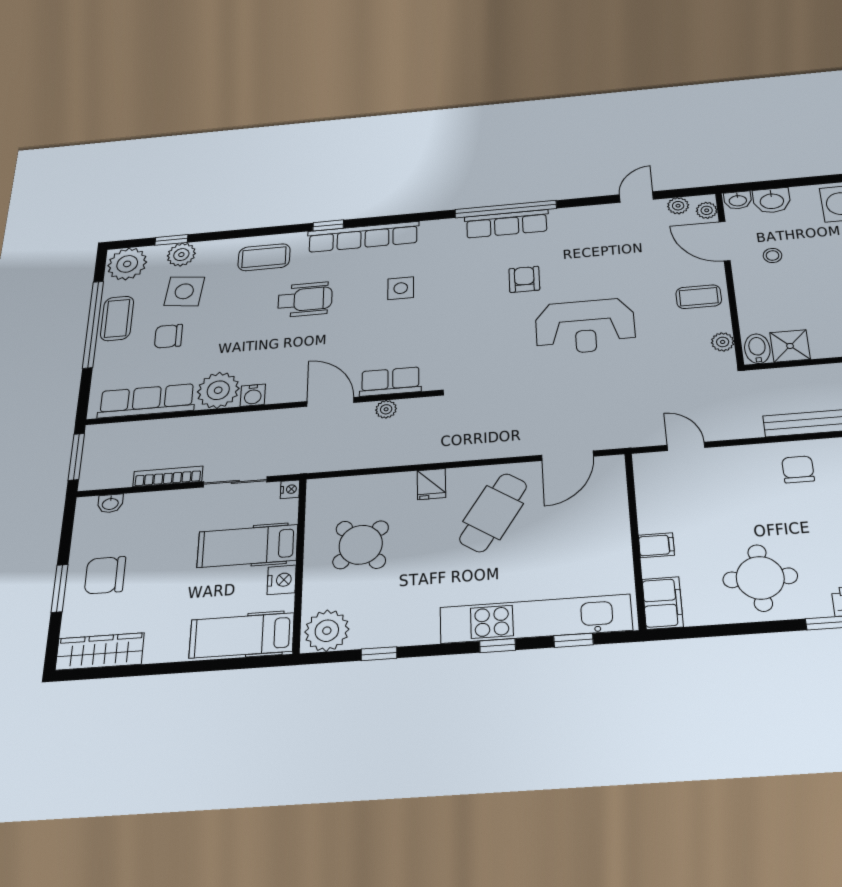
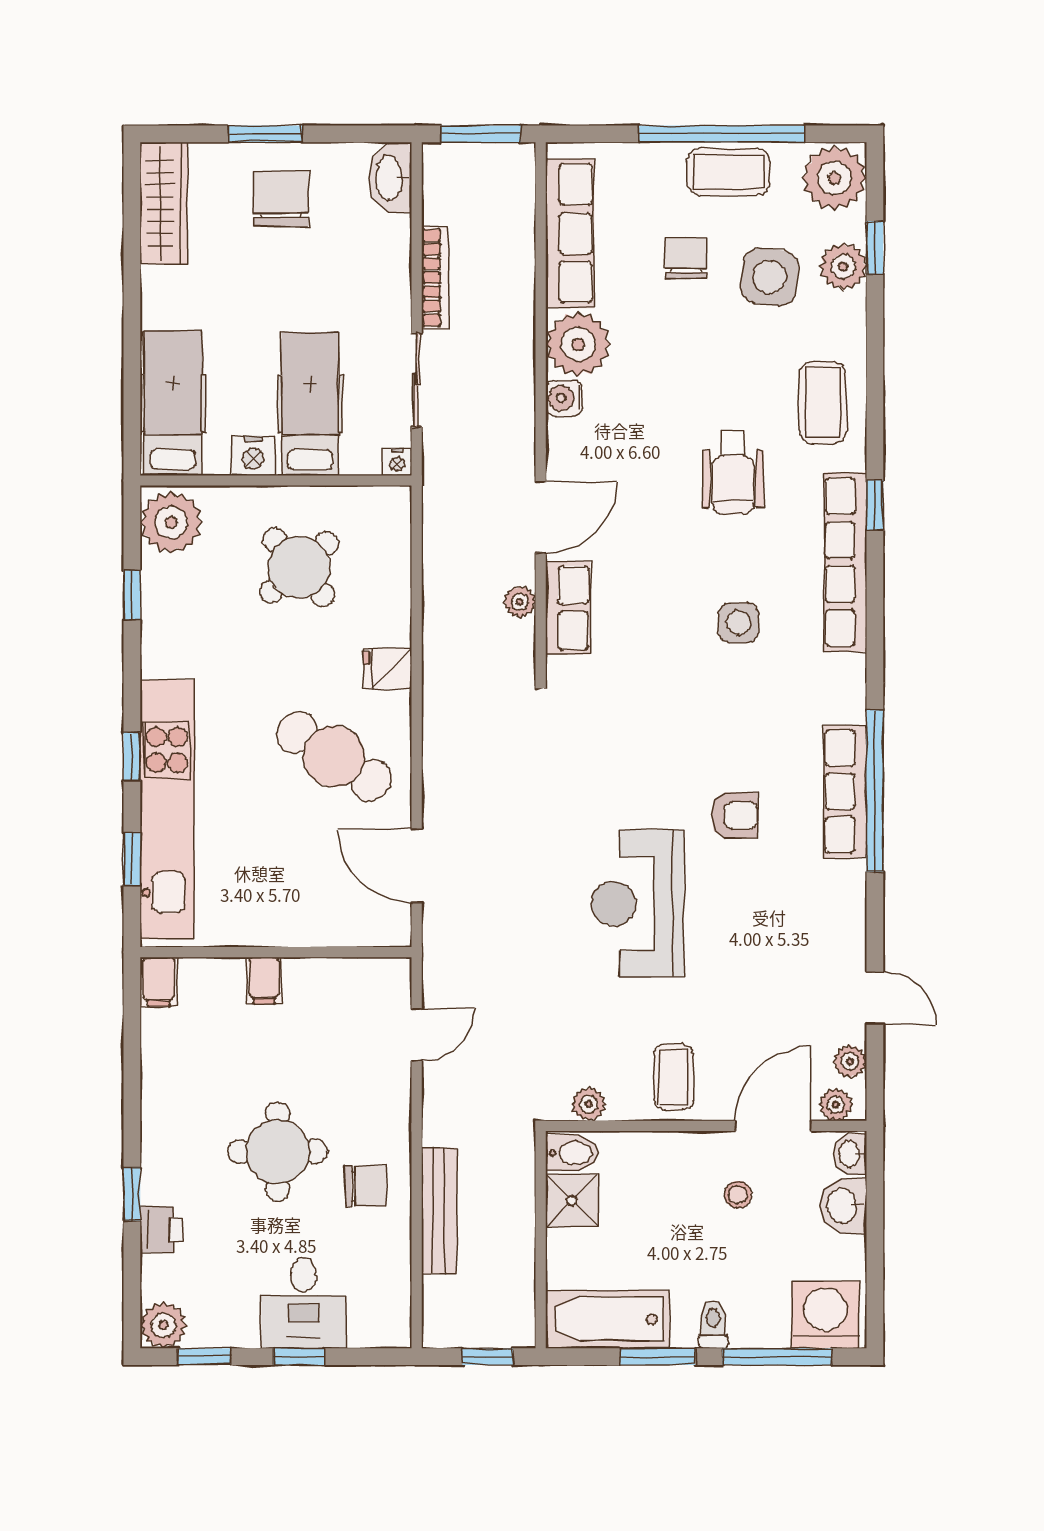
washbasin: (110, 503) -> (390, 178), width x1.91, depth x1.45
round table: (760, 578) -> (278, 1152), moved
filing cabinet: (663, 603) -> (159, 982), width x0.50

